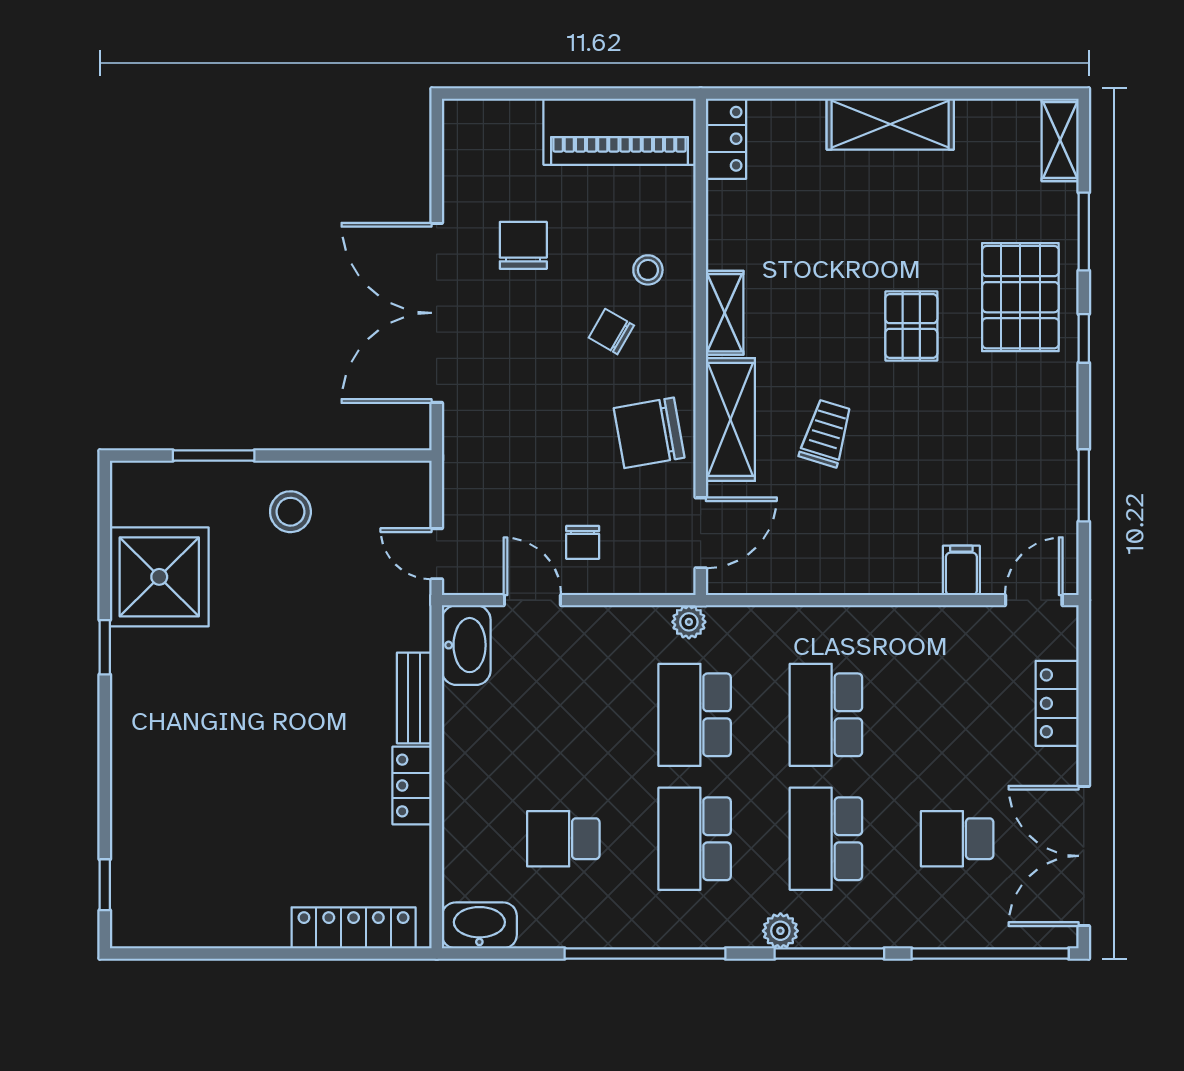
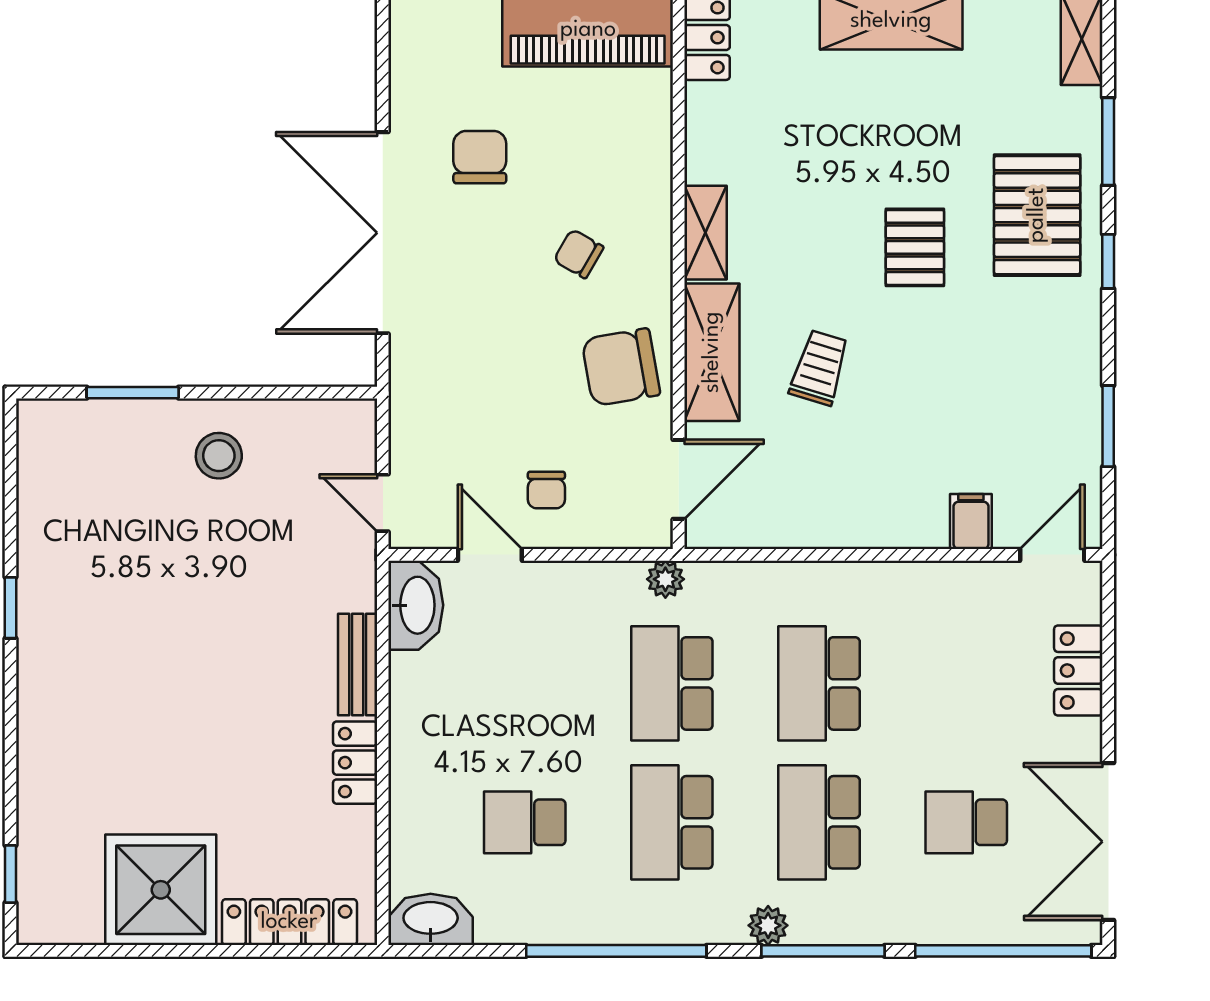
stool: (648, 270) -> (620, 185), removed
shower: (159, 577) -> (161, 890), moved

